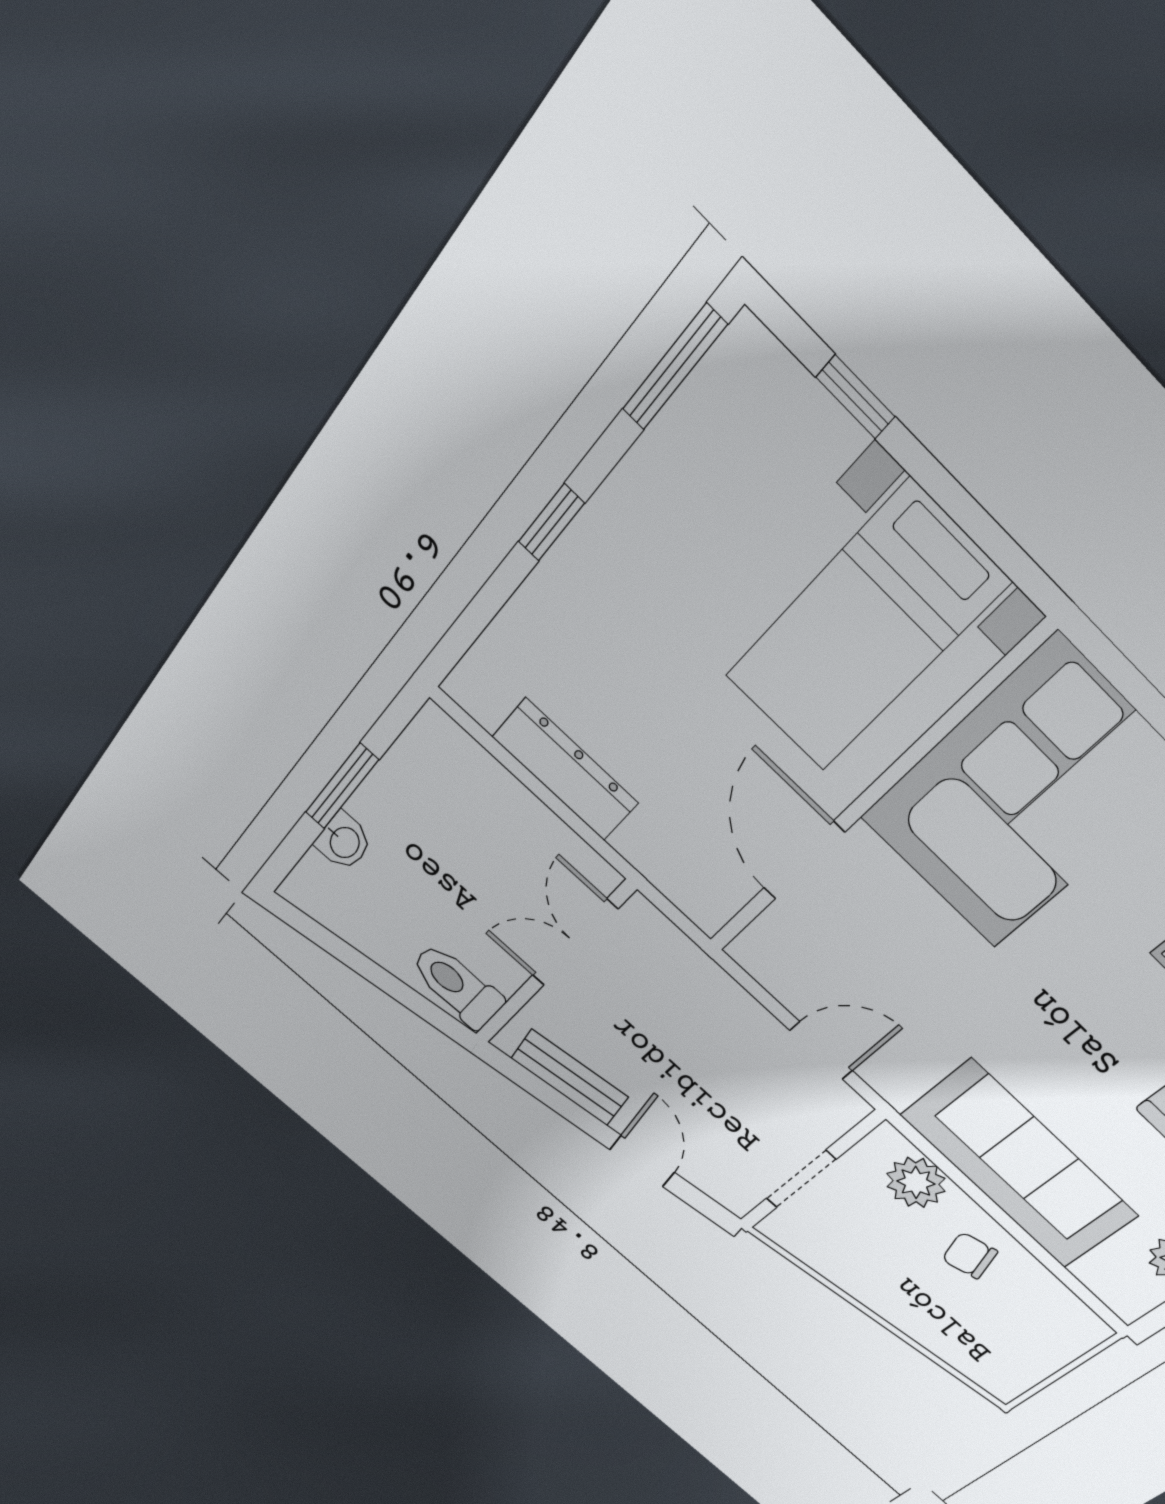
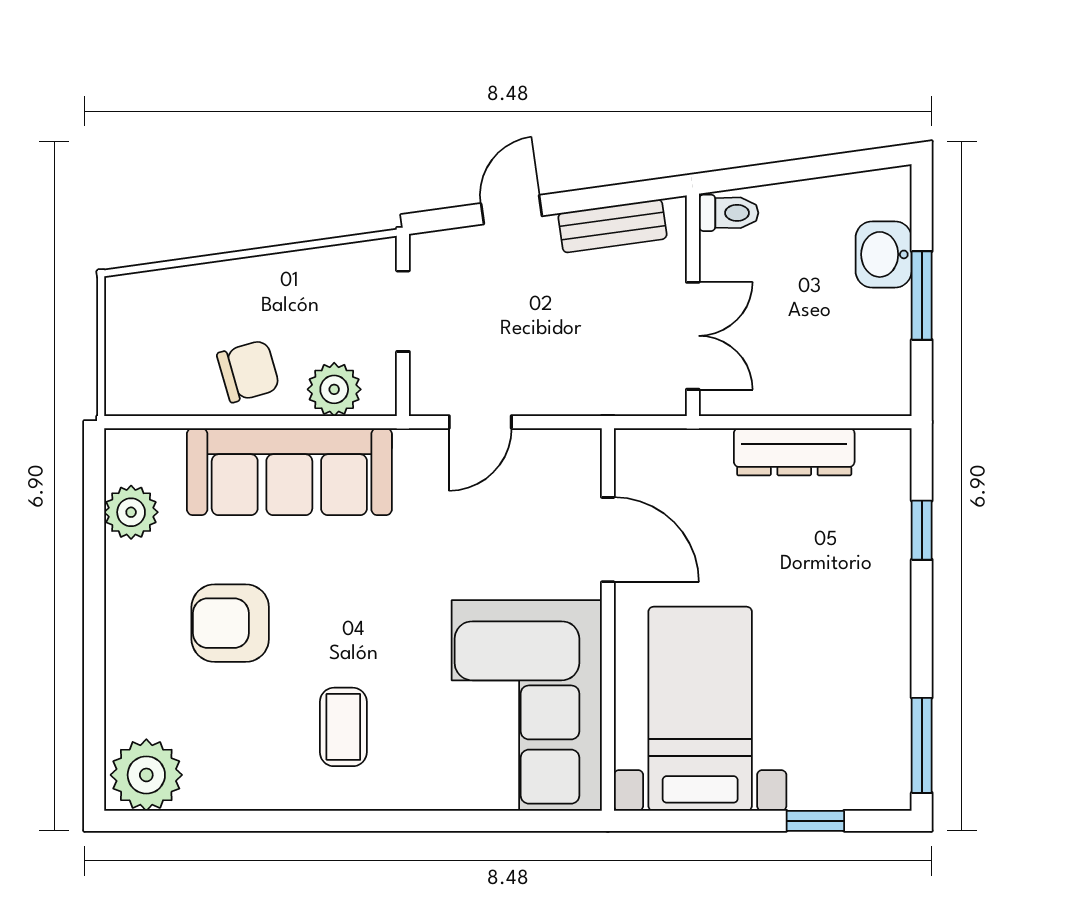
window: (551, 522) -> (922, 530), moved
washbasin: (344, 842) -> (884, 254), width x1.38, depth x1.45
toilet: (457, 986) -> (729, 213), width x0.73, depth x0.72
door: (642, 1161) -> (511, 210), swing flipped
chair: (970, 1256) -> (248, 371), width x1.37, depth x1.37

